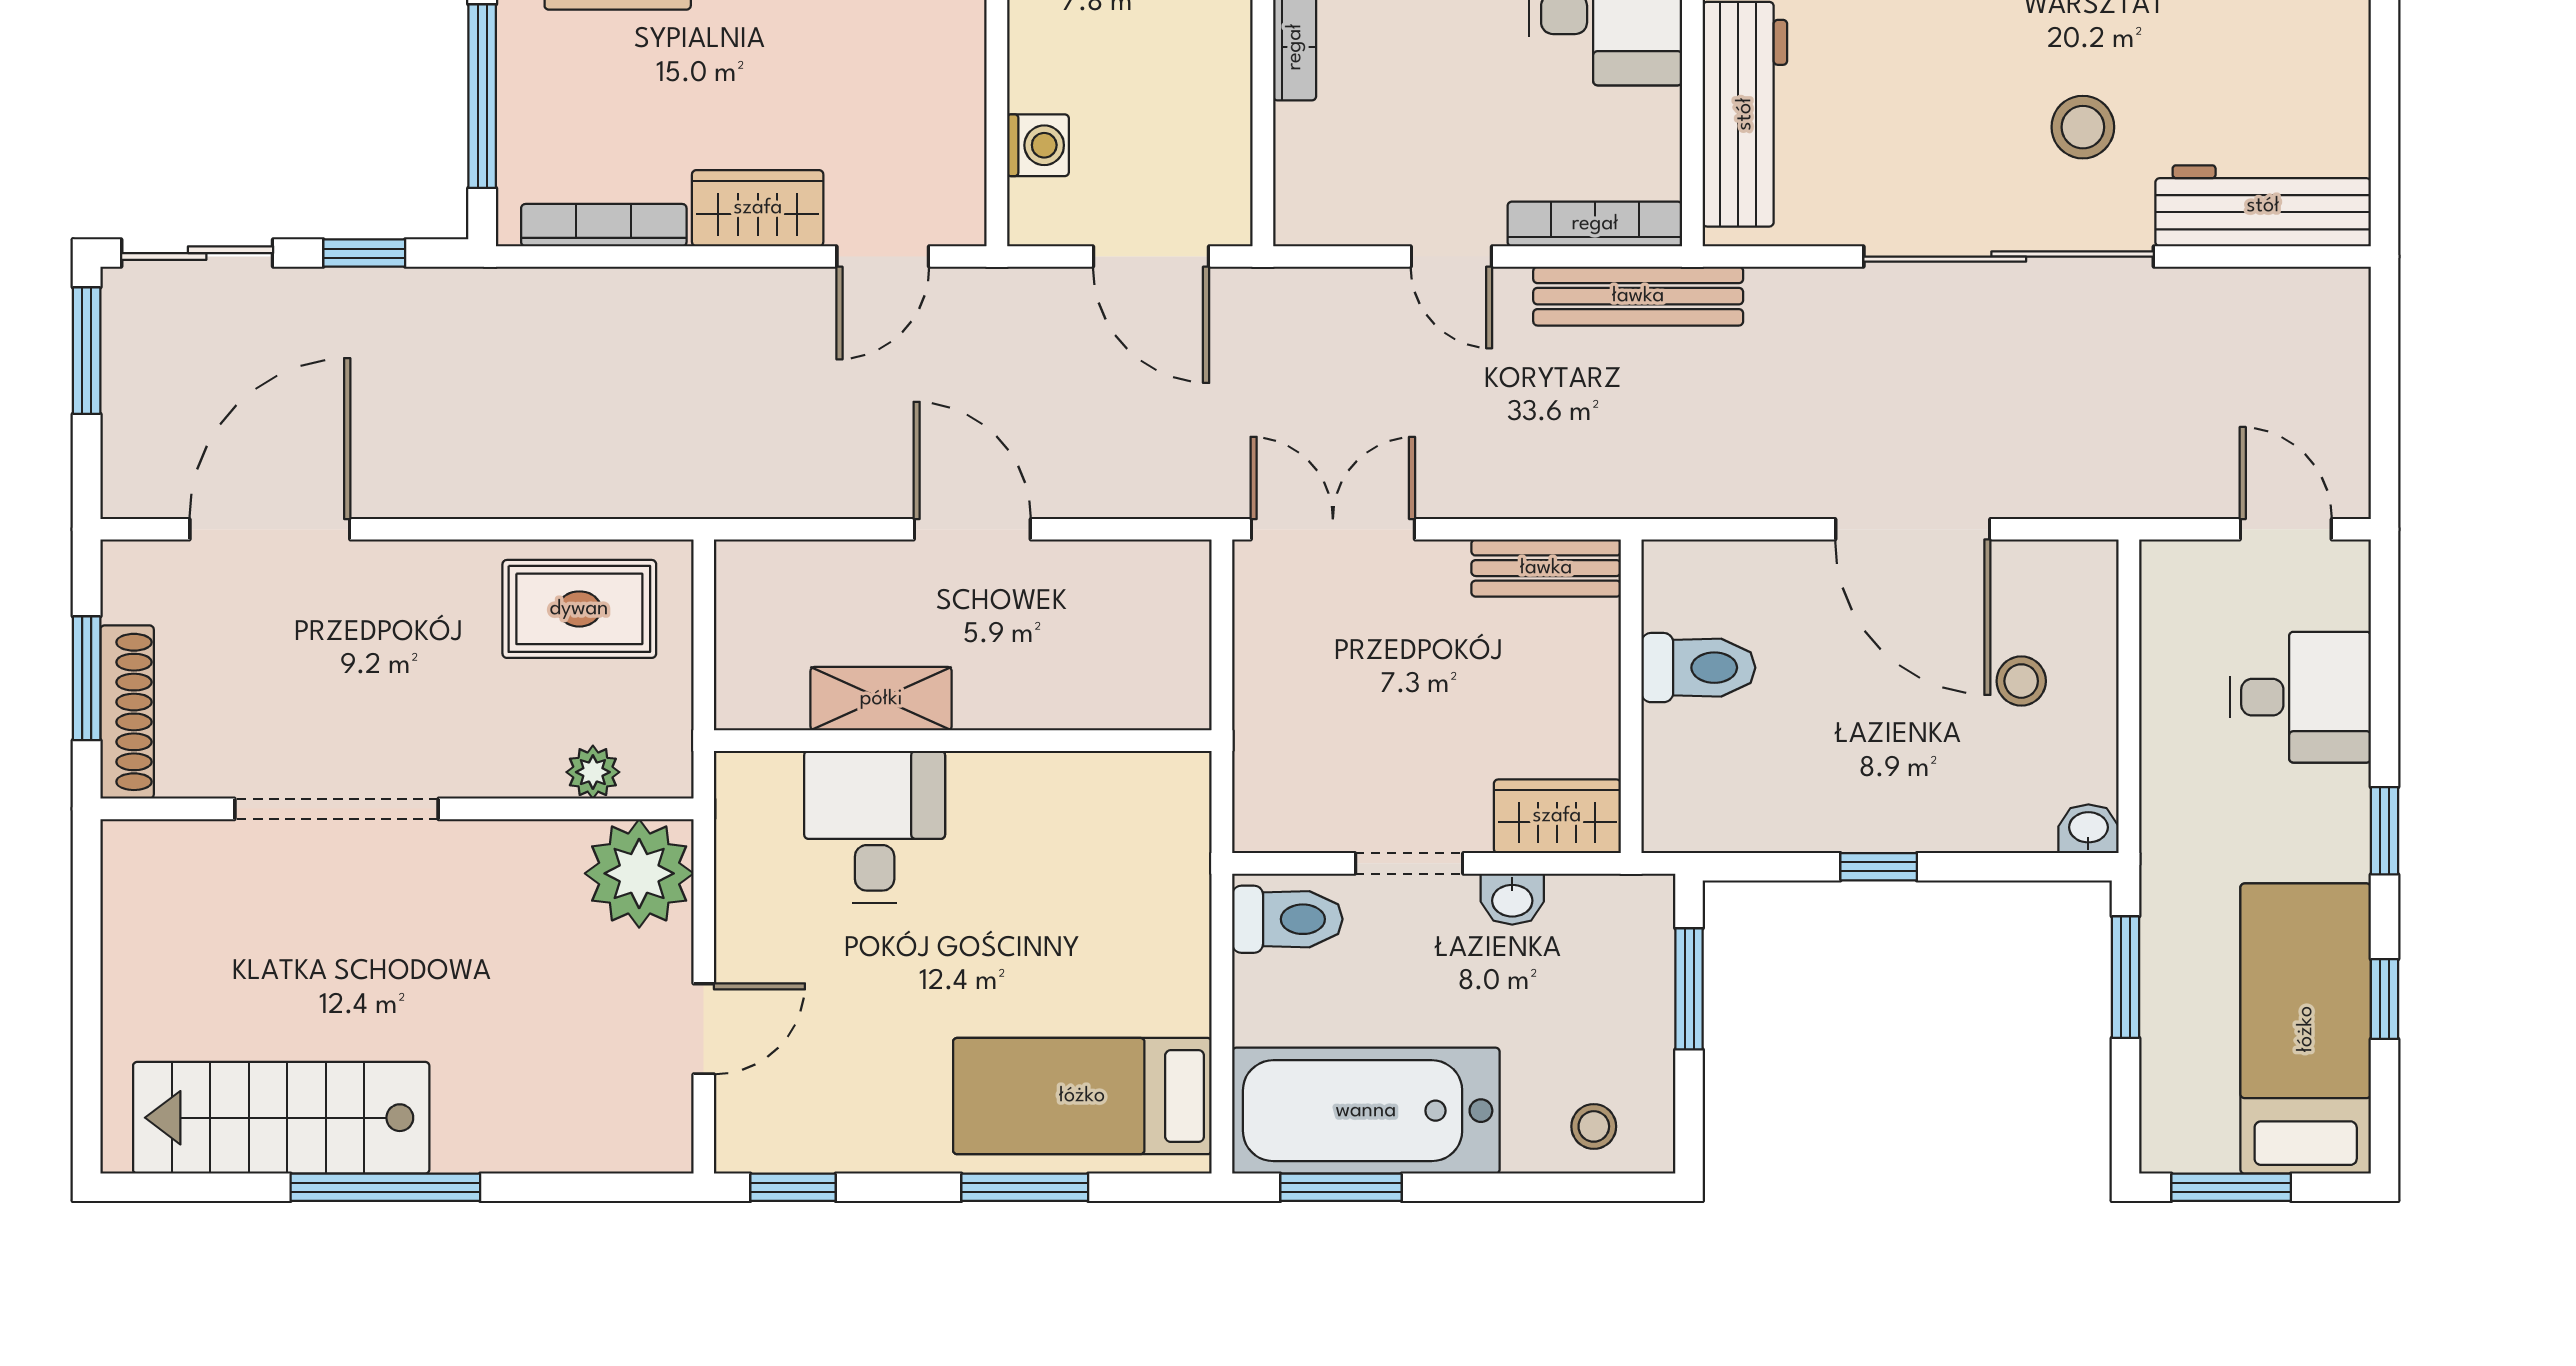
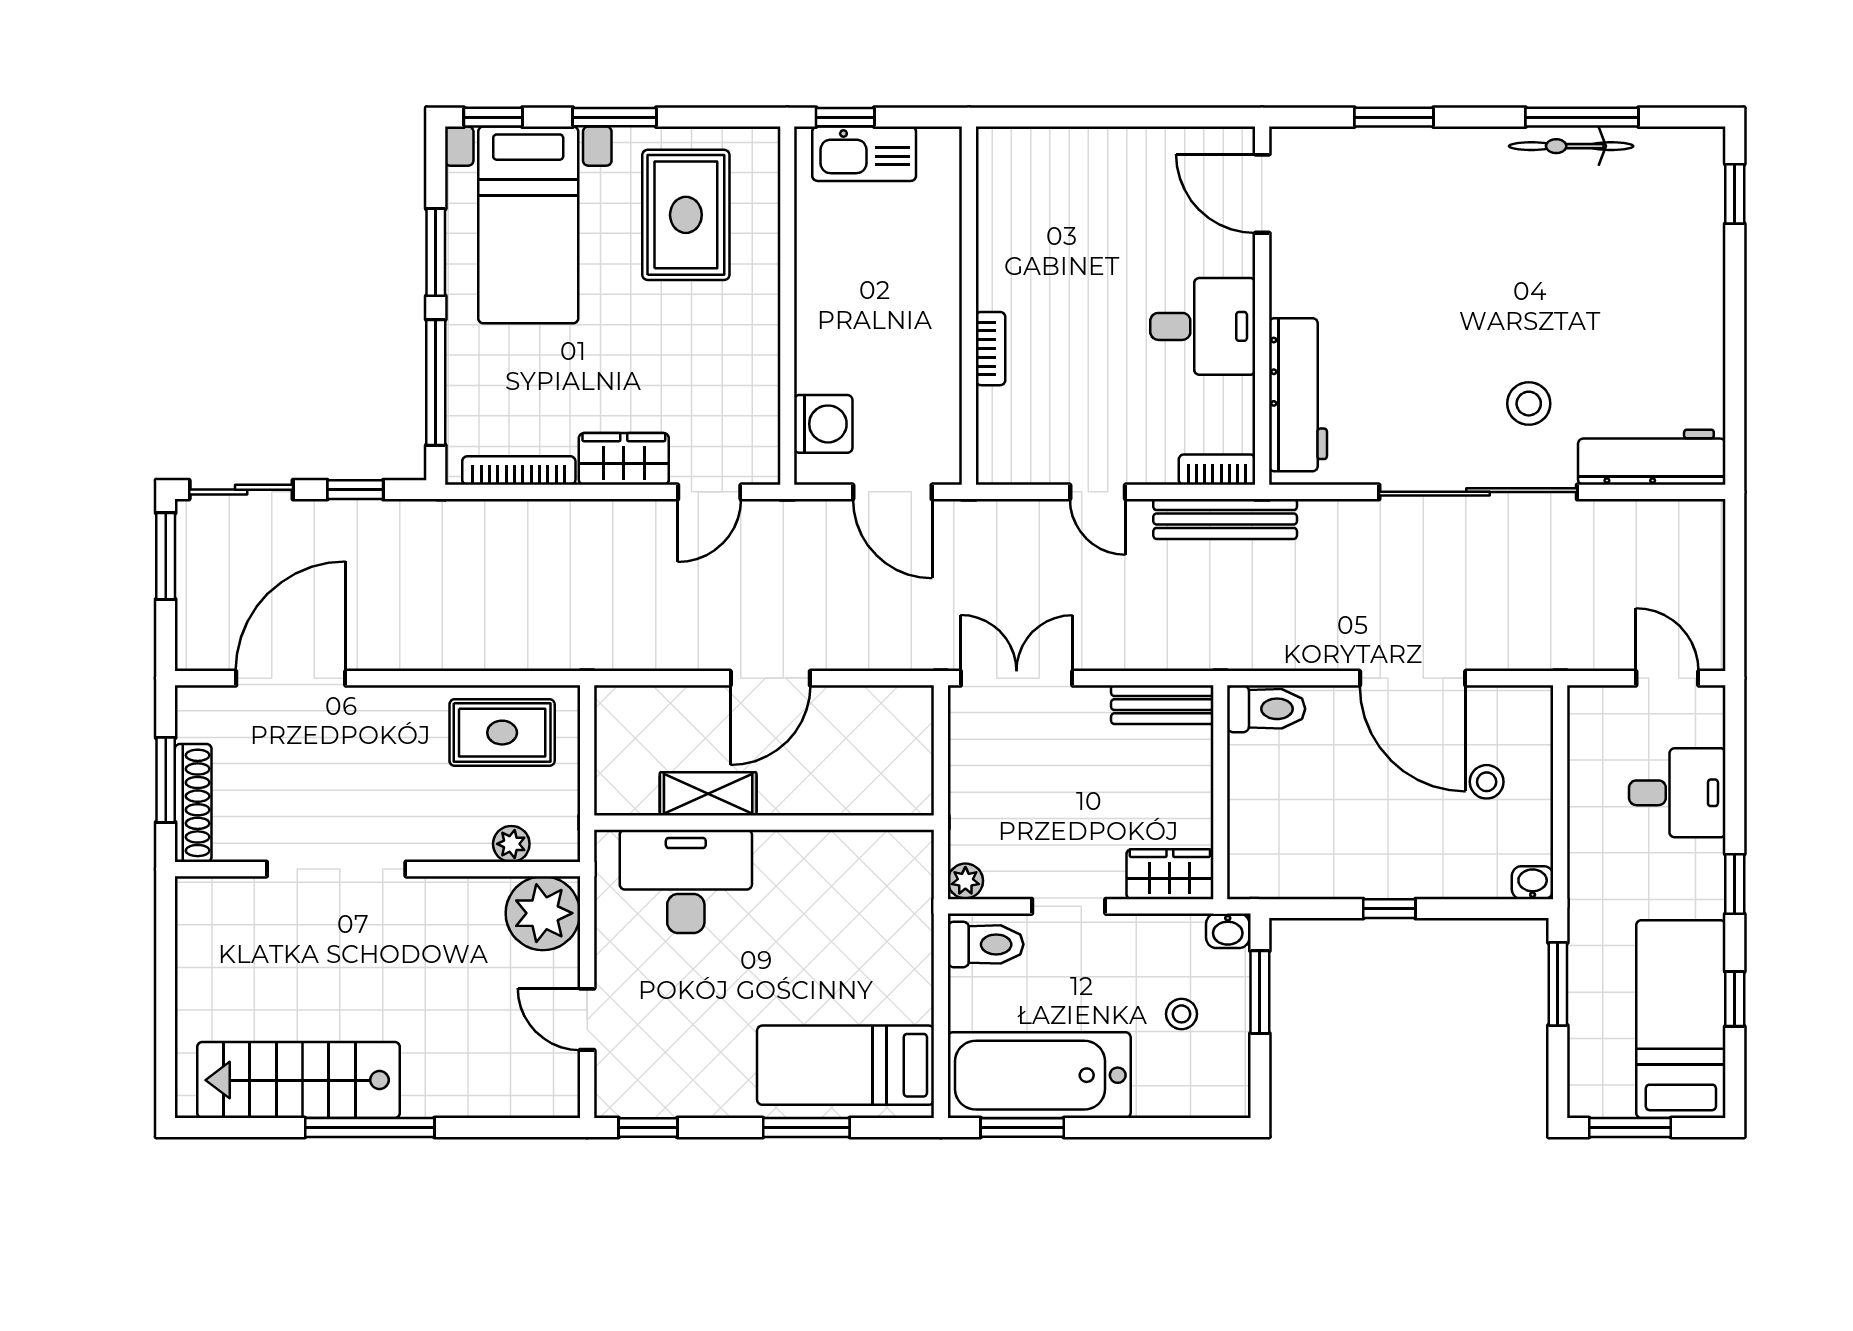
washing machine: (1038, 145) -> (823, 424), width x1.38, depth x1.38
bookcase: (1595, 224) -> (1217, 470), width x0.64
door: (972, 529) -> (770, 678), swing flipped
toilet: (1698, 668) -> (1266, 709), moved
plant: (1258, 826) -> (965, 881), added
desk: (875, 827) -> (686, 881), width x1.37
washbasin: (1512, 899) -> (1228, 931), moved
door: (704, 1029) -> (587, 1019), swing flipped
stool: (1594, 1126) -> (1181, 1014), moved

